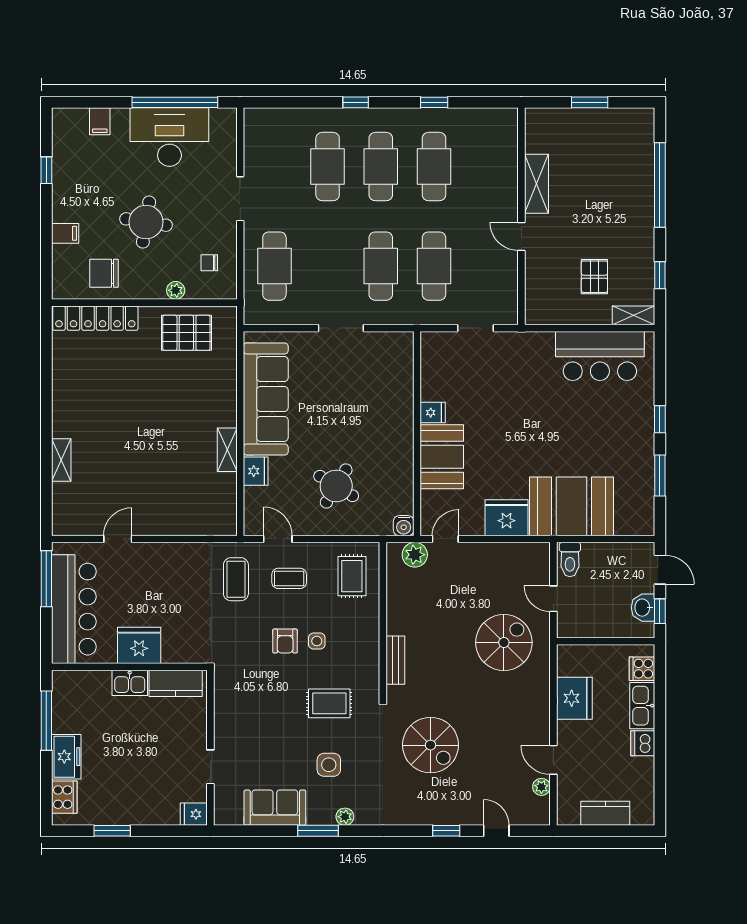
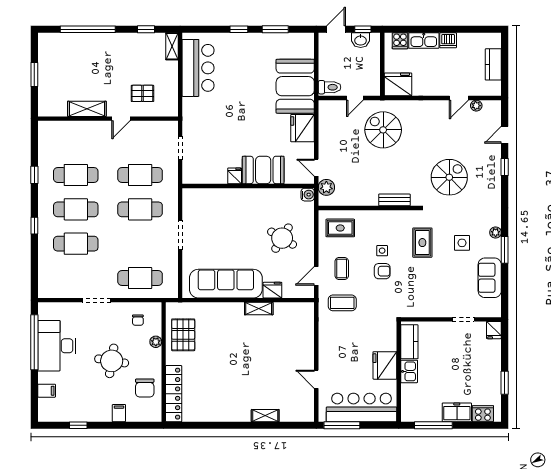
pallet: (594, 277) -> (142, 93), moved
fridge: (574, 698) -> (398, 84), moved

